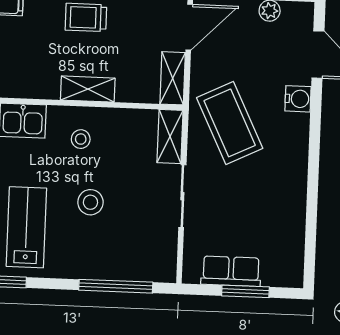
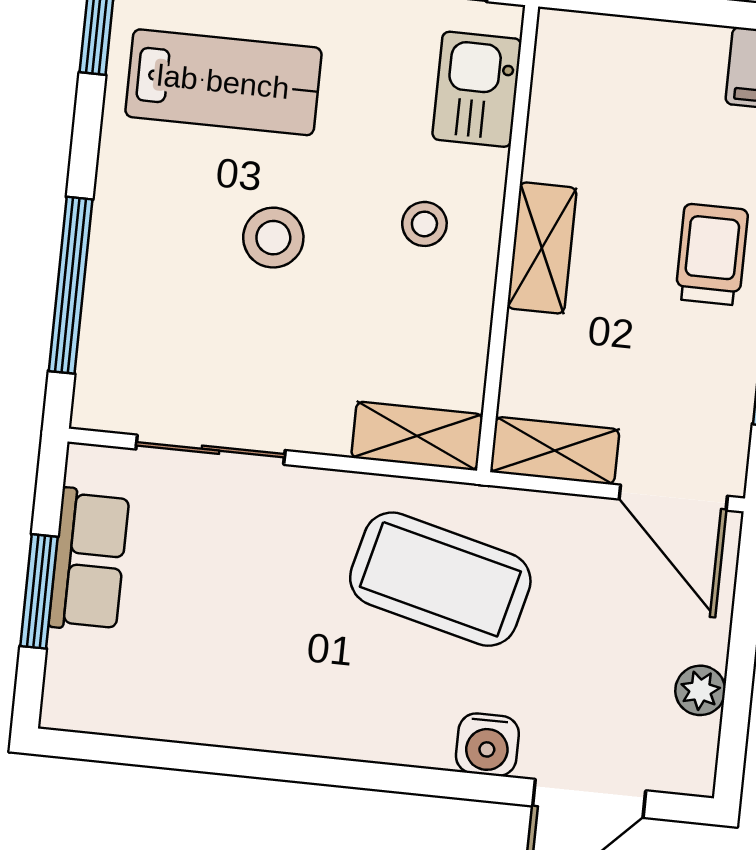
coffee table: (230, 123) -> (440, 579), turned 40
sliding door: (182, 196) -> (210, 450), moved

